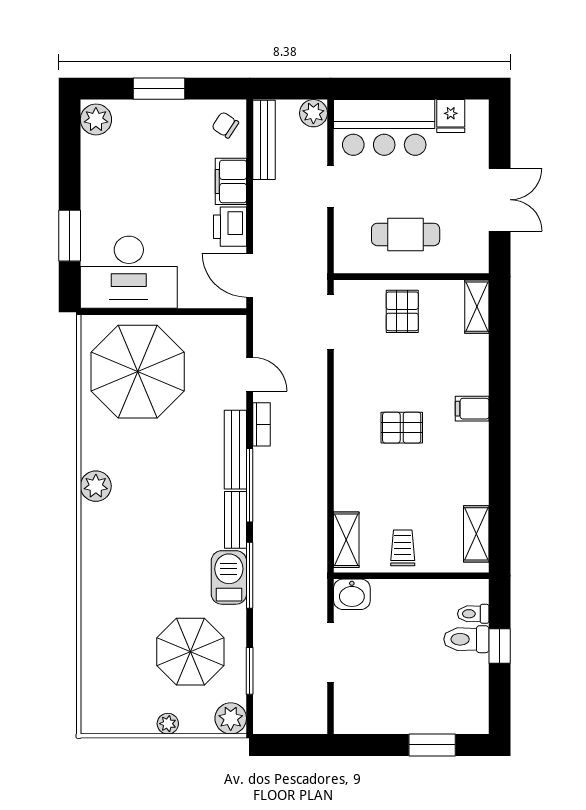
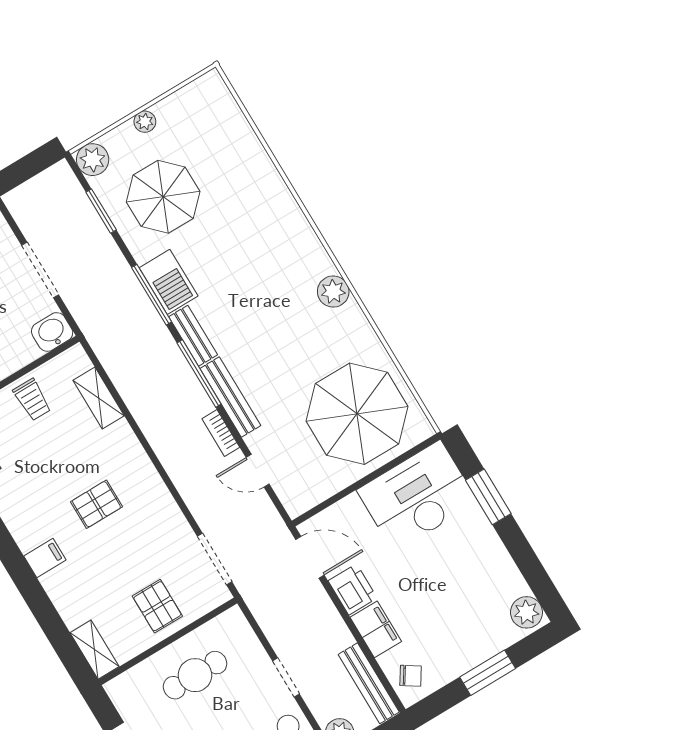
shelving: (346, 540) -> (99, 398), moved

